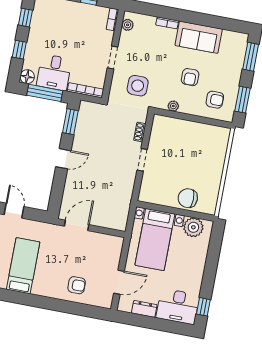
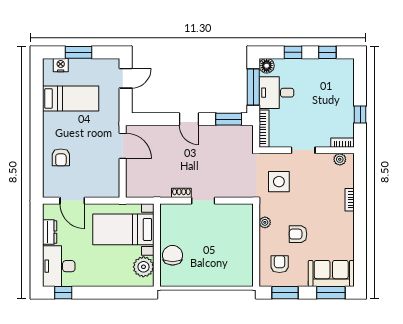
sofa: (199, 37) -> (331, 273), moved, turned 90
armchair: (215, 100) -> (280, 264), turned 180
shoe rack: (140, 132) -> (181, 193), moved

